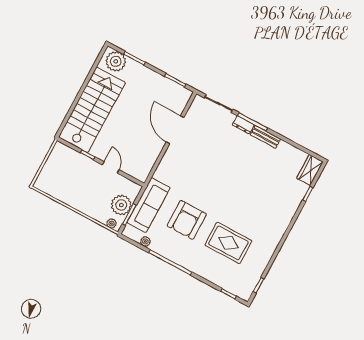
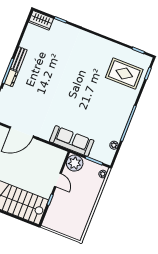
door: (111, 167) -> (58, 180), swing flipped
plant: (121, 205) -> (75, 163), moved
sofa: (149, 205) -> (72, 141), moved
armchair: (187, 220) -> (93, 114), removed
rug: (228, 243) -> (124, 73), moved, turned 90

